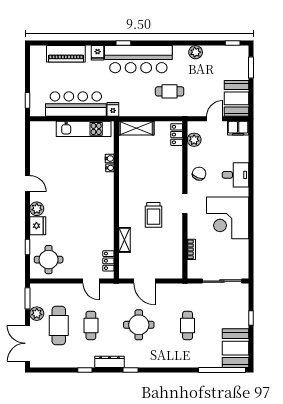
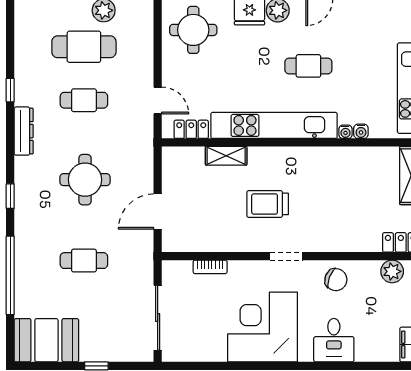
cafe table: (70, 190) -> (308, 66), added
kitchen unit: (106, 211) -> (274, 125), added
door: (91, 281) -> (158, 101), swing flipped
door: (144, 281) -> (158, 212), moved
window: (131, 370) -> (10, 196), moved
window: (222, 370) -> (10, 275), moved

